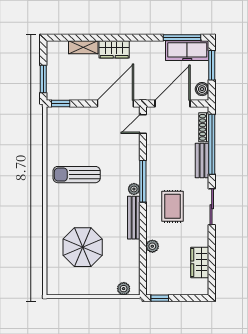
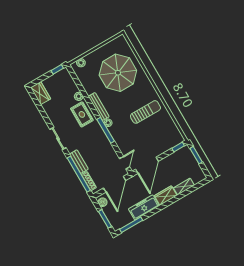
freezer: (187, 51) -> (144, 207), moved
rug: (173, 206) -> (82, 114), moved
parasol: (83, 247) -> (118, 73), width x1.36, depth x1.36
wardrobe: (200, 262) -> (41, 93), moved

